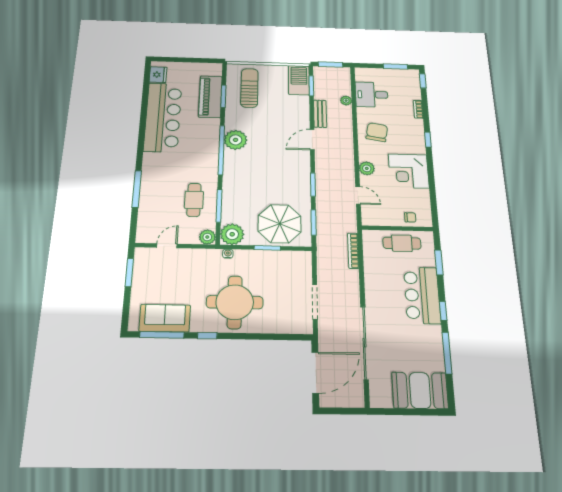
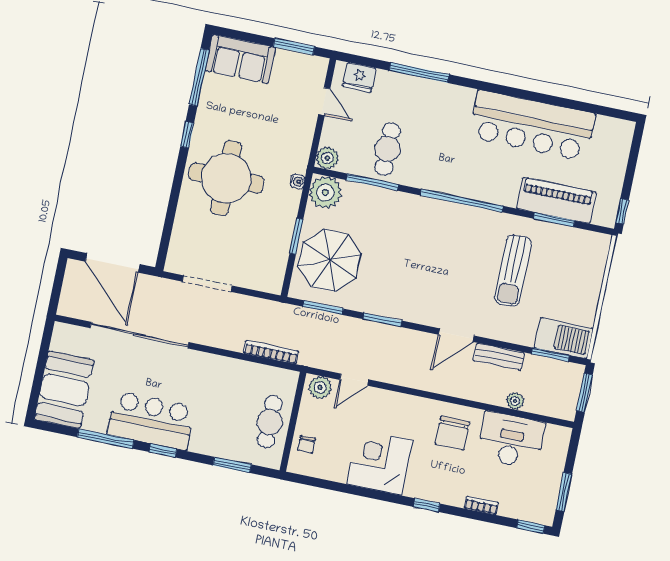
window: (210, 61) -> (622, 211), added
fridge: (158, 75) -> (359, 77), moved
sun lounger: (249, 88) -> (513, 271), moved, turned 90
desk: (372, 95) -> (511, 440), width x1.37
chair: (377, 132) -> (452, 433), turned 80
plant: (236, 140) -> (475, 224), removed
door: (312, 140) -> (456, 335), swing flipped
plant: (367, 168) -> (320, 387), moved
cafe table: (194, 200) -> (388, 149), turned 90
bar counter: (422, 295) -> (151, 421), moved
sofa: (165, 318) -> (240, 59), moved, turned 90

